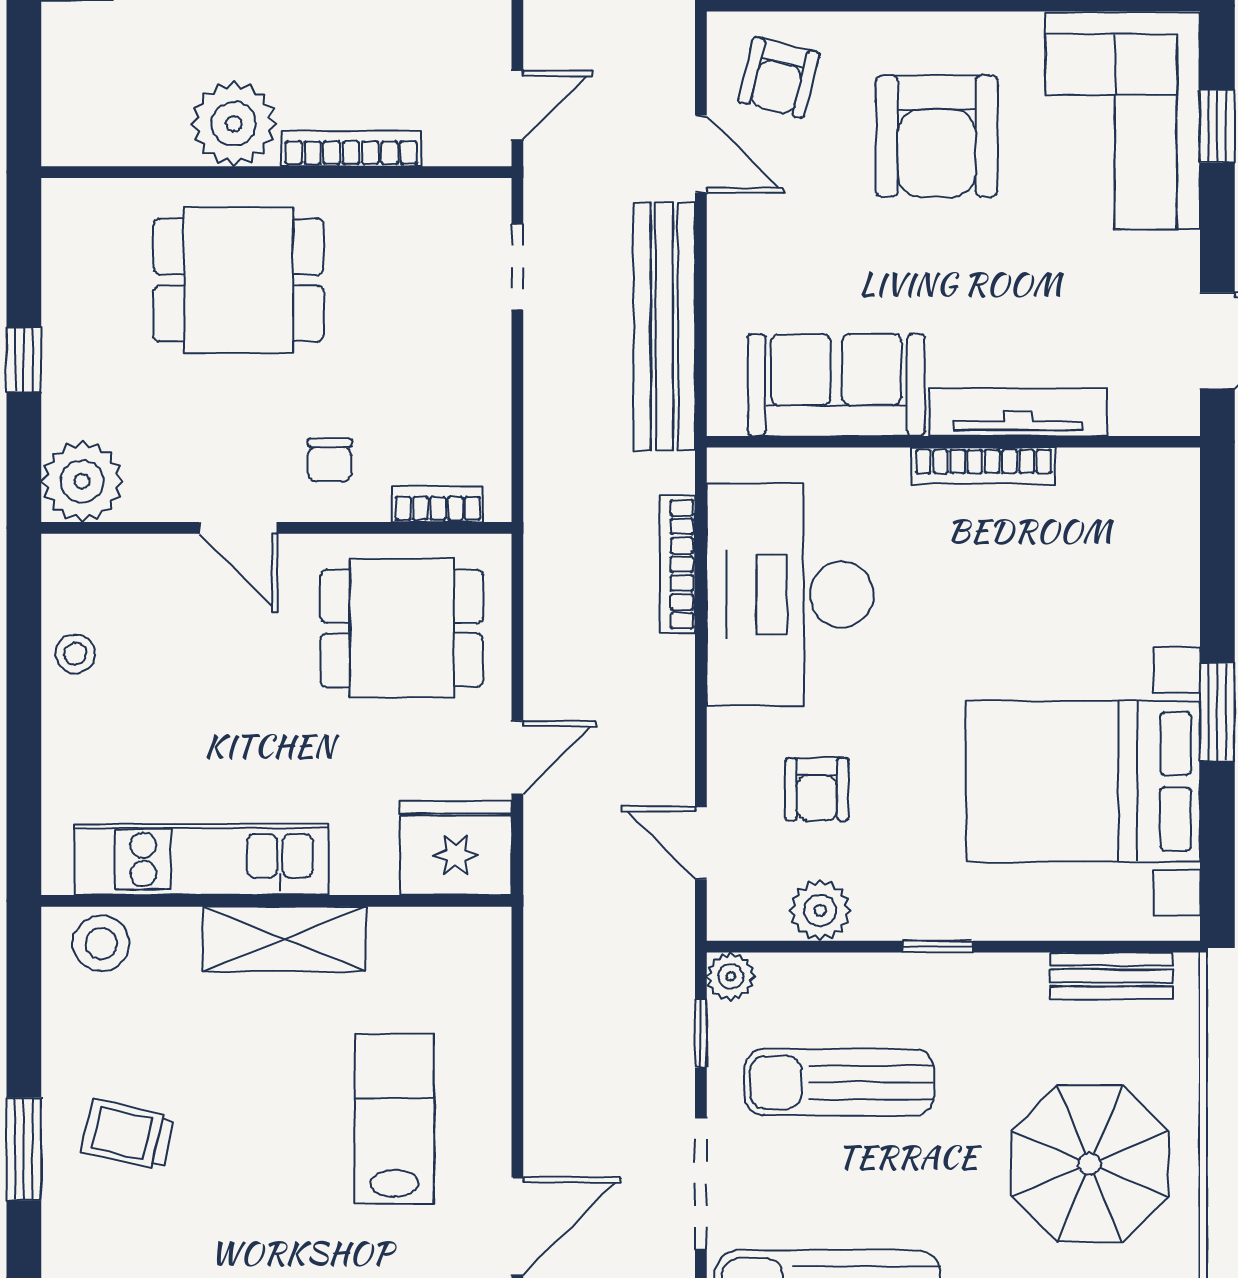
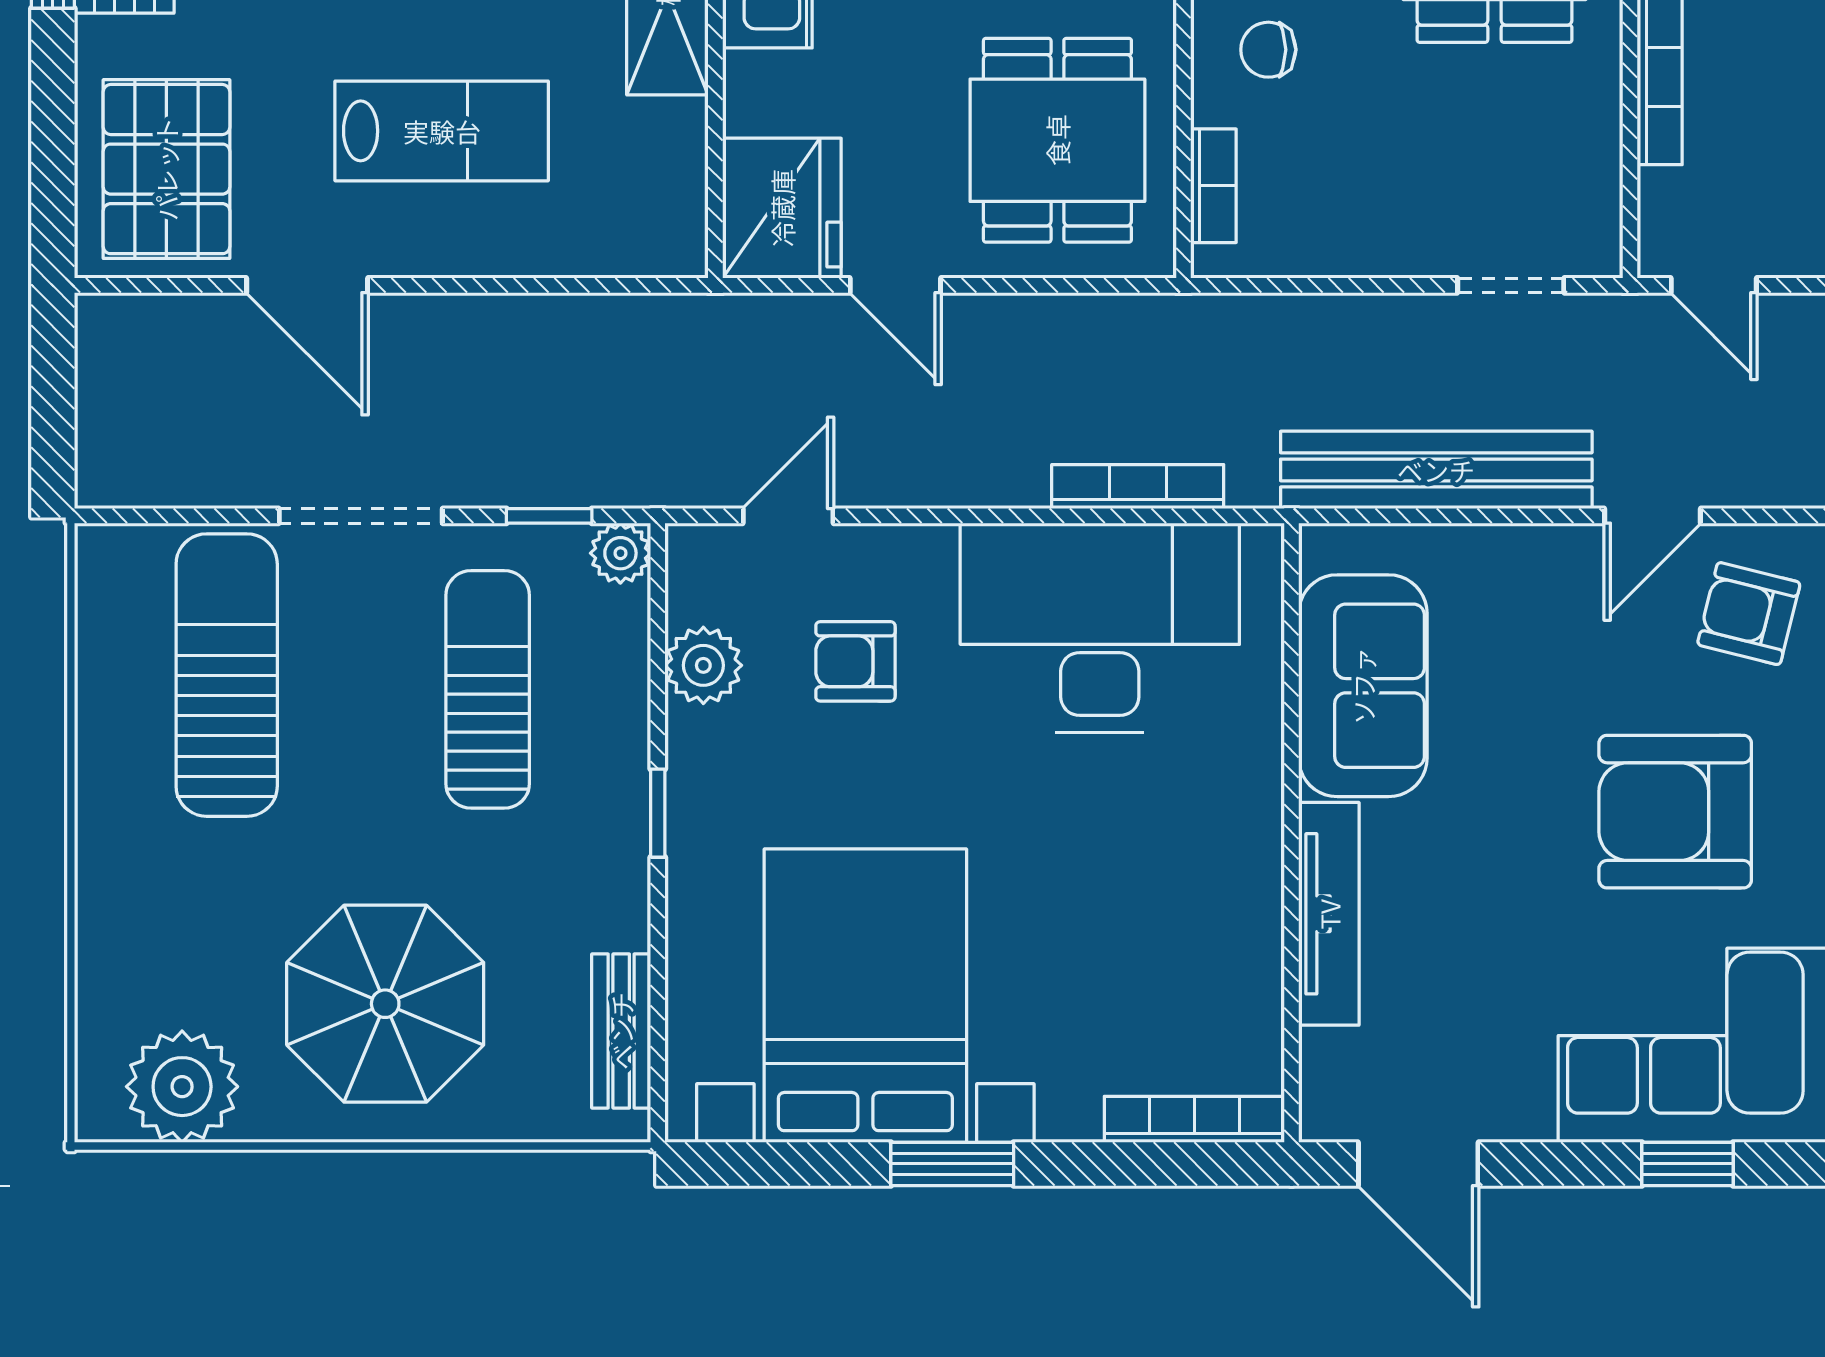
bookcase: (984, 466) -> (1194, 1119), moved, turned 90

